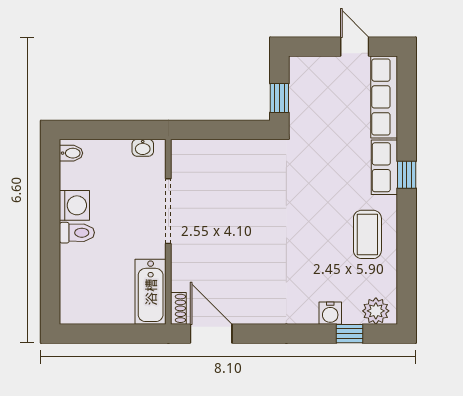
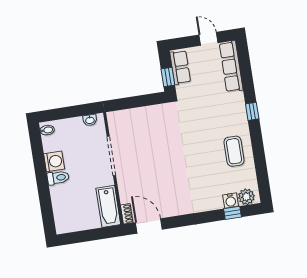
row of seats: (384, 167) -> (180, 67), moved, turned 180
water cooler: (330, 313) -> (231, 201), moved

